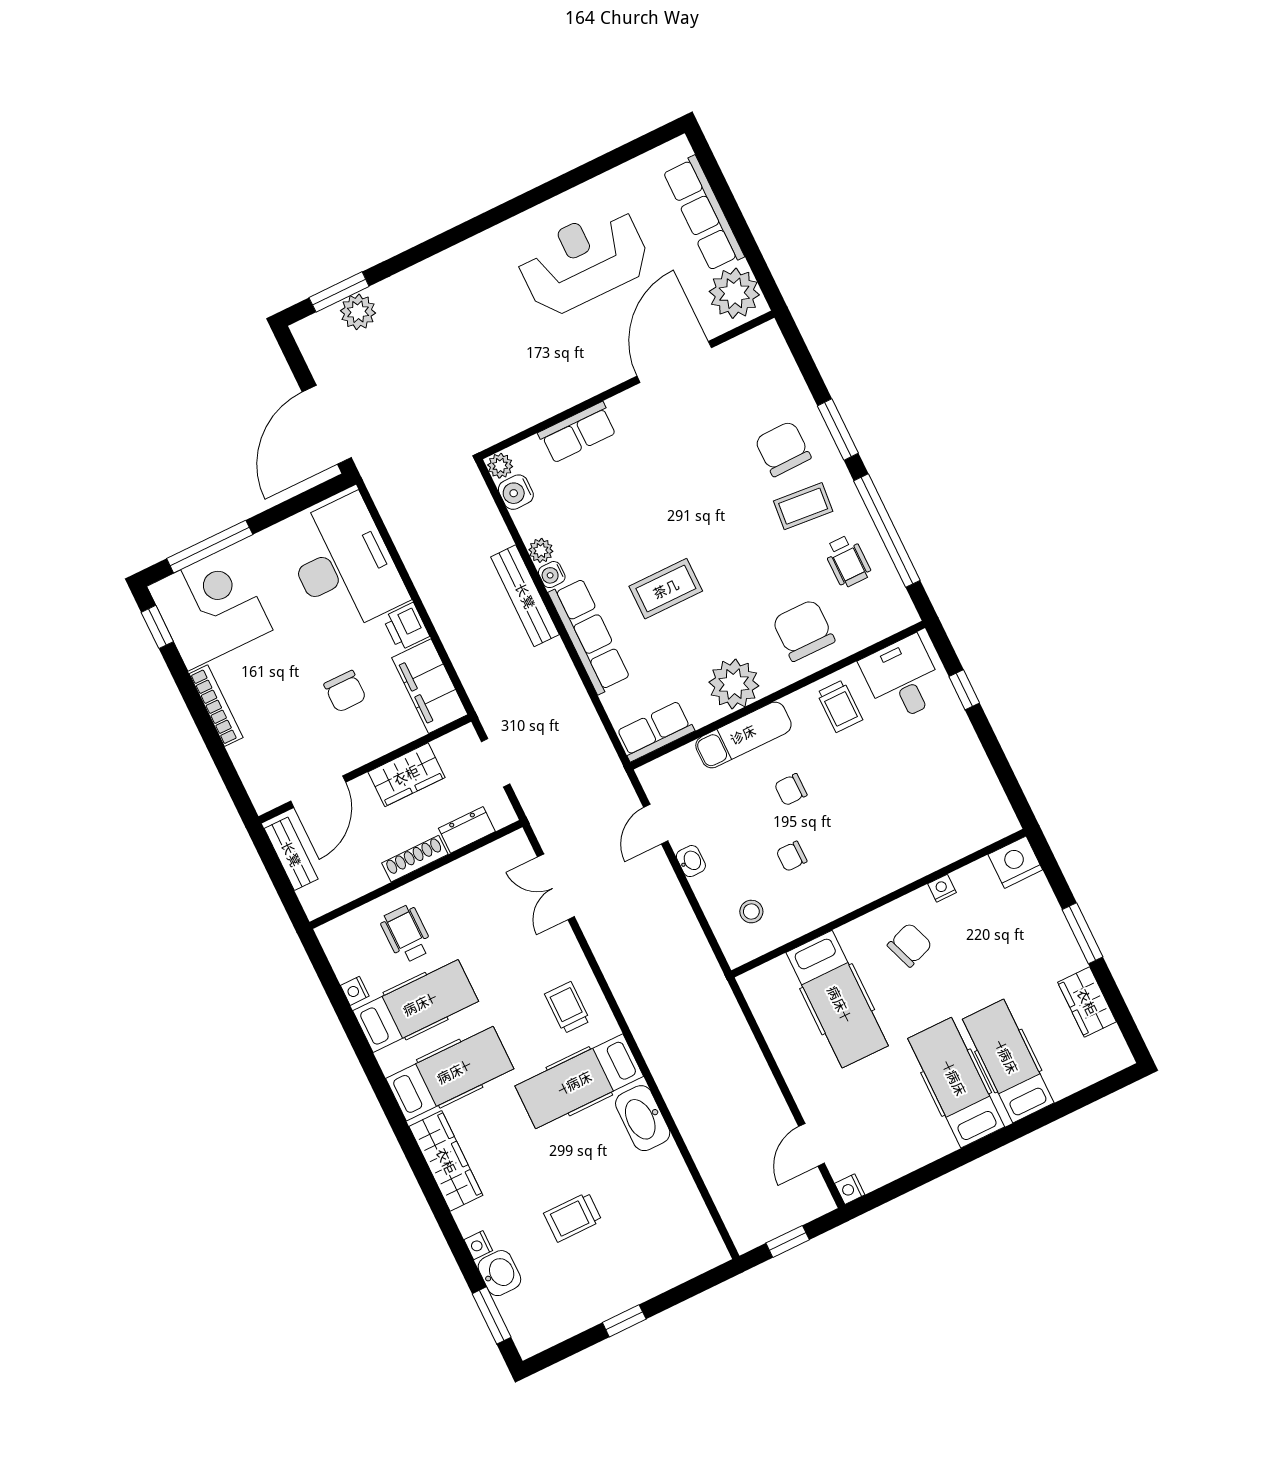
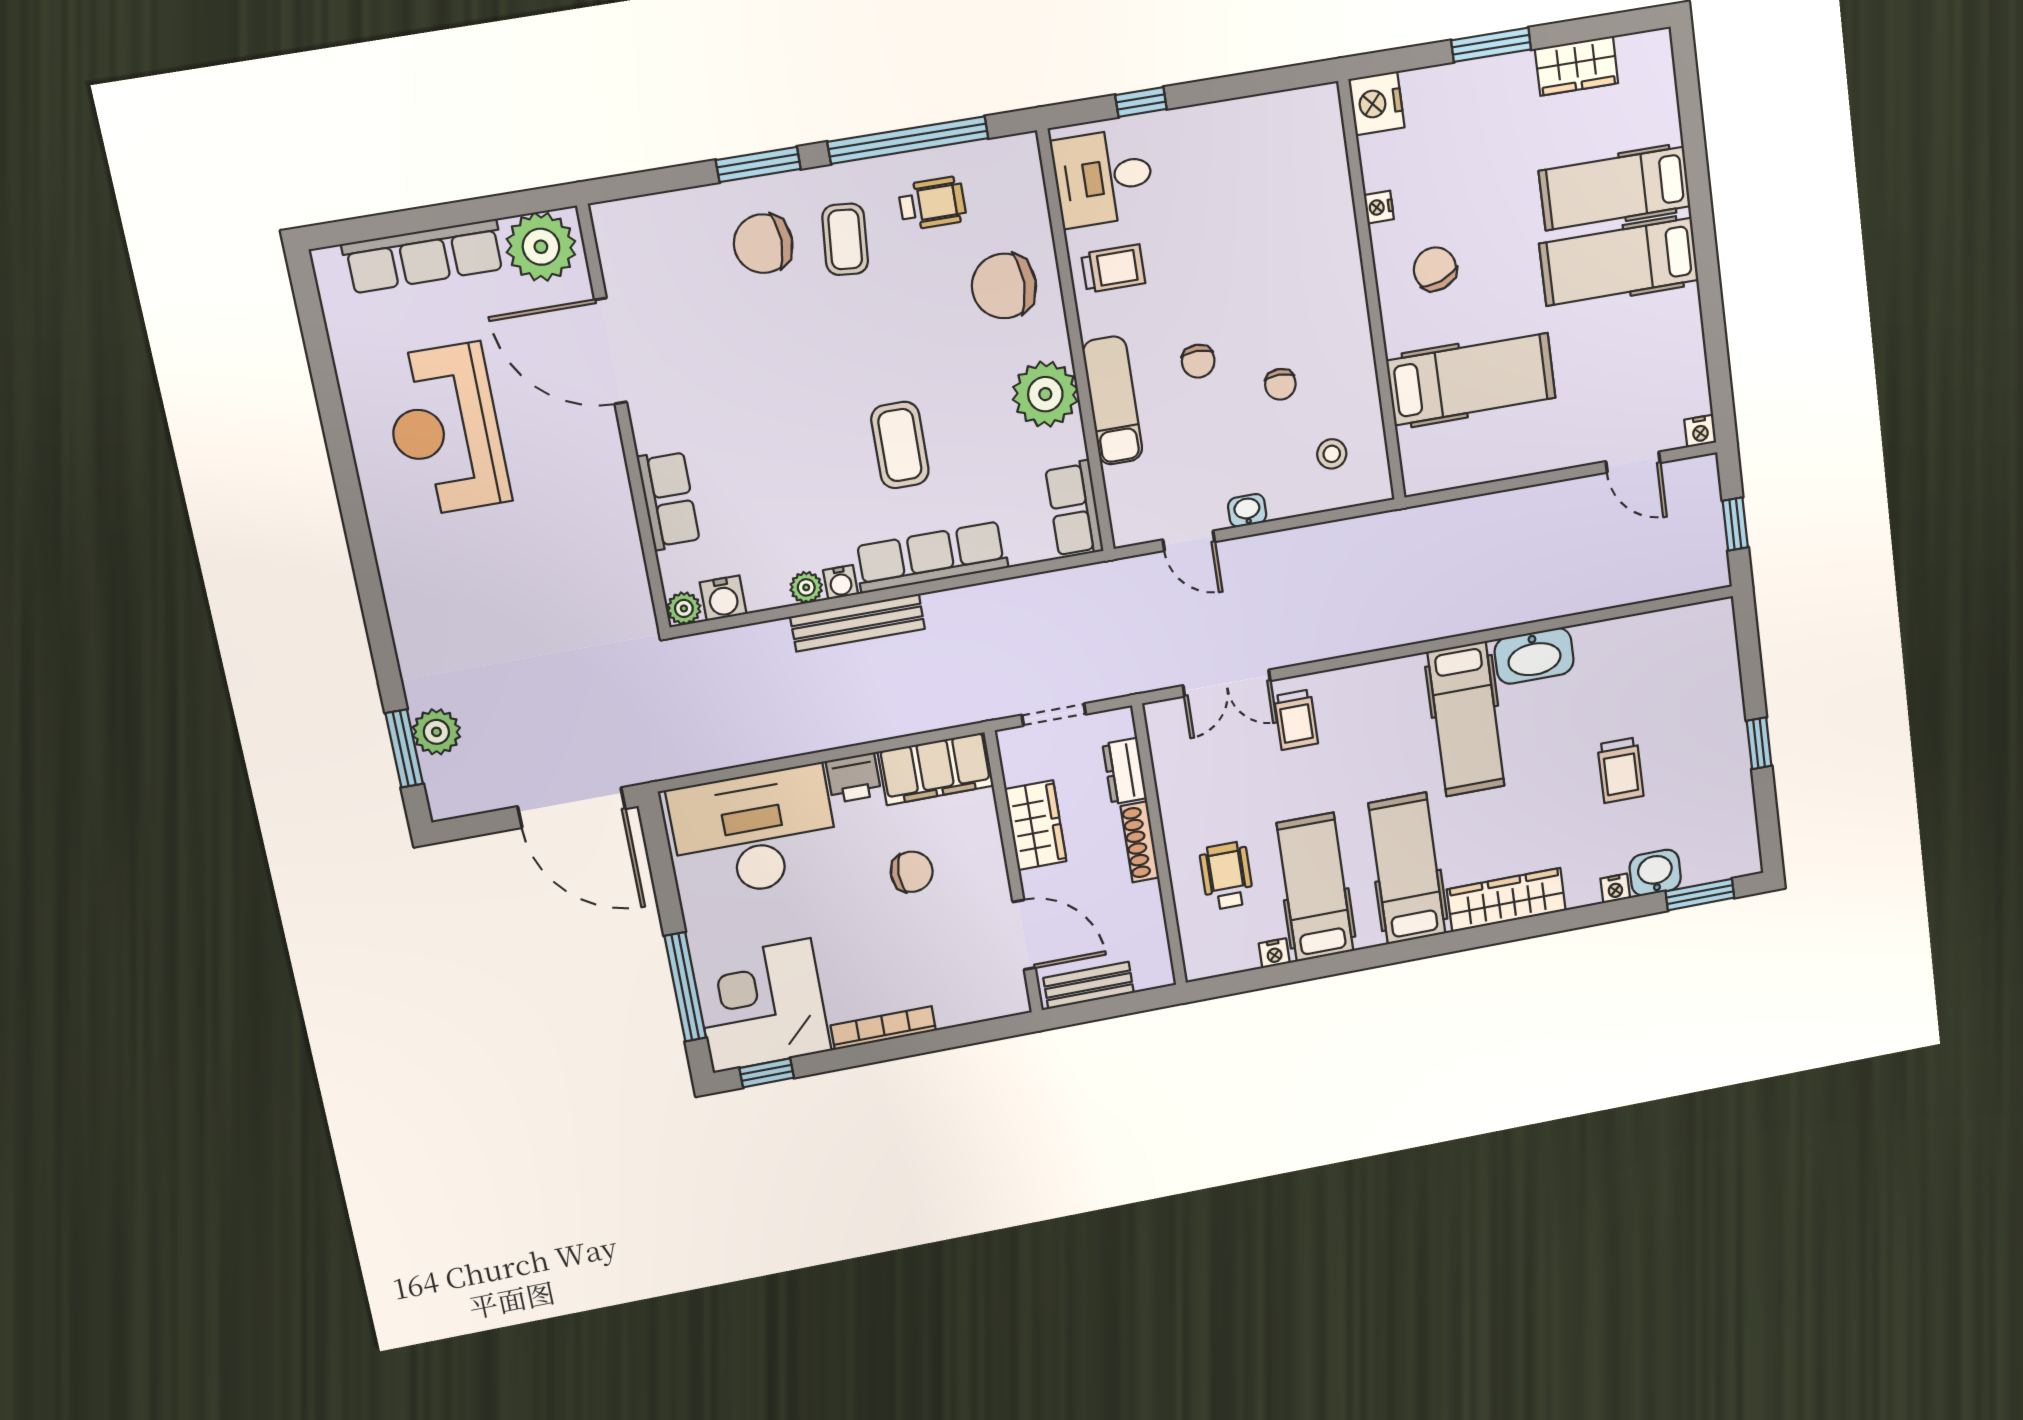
wheelchair: (406, 934) -> (1227, 876), turned 90
trolley: (567, 1007) -> (1296, 720), moved, turned -90

